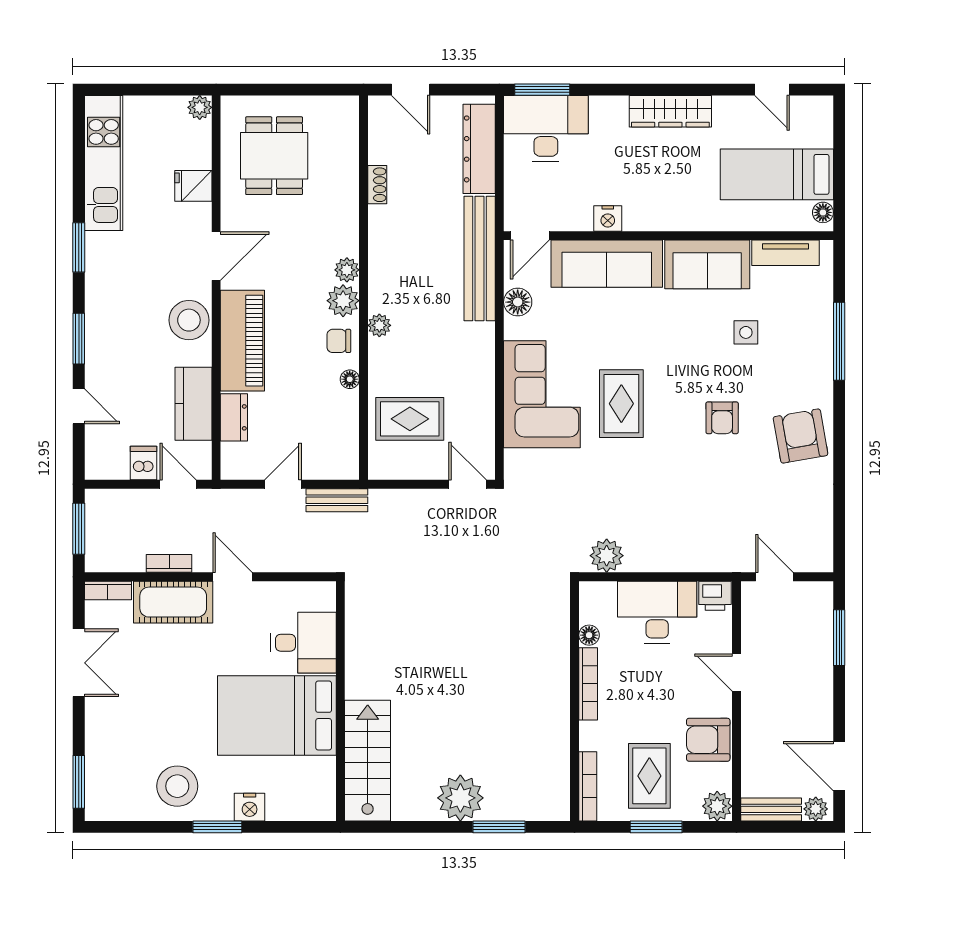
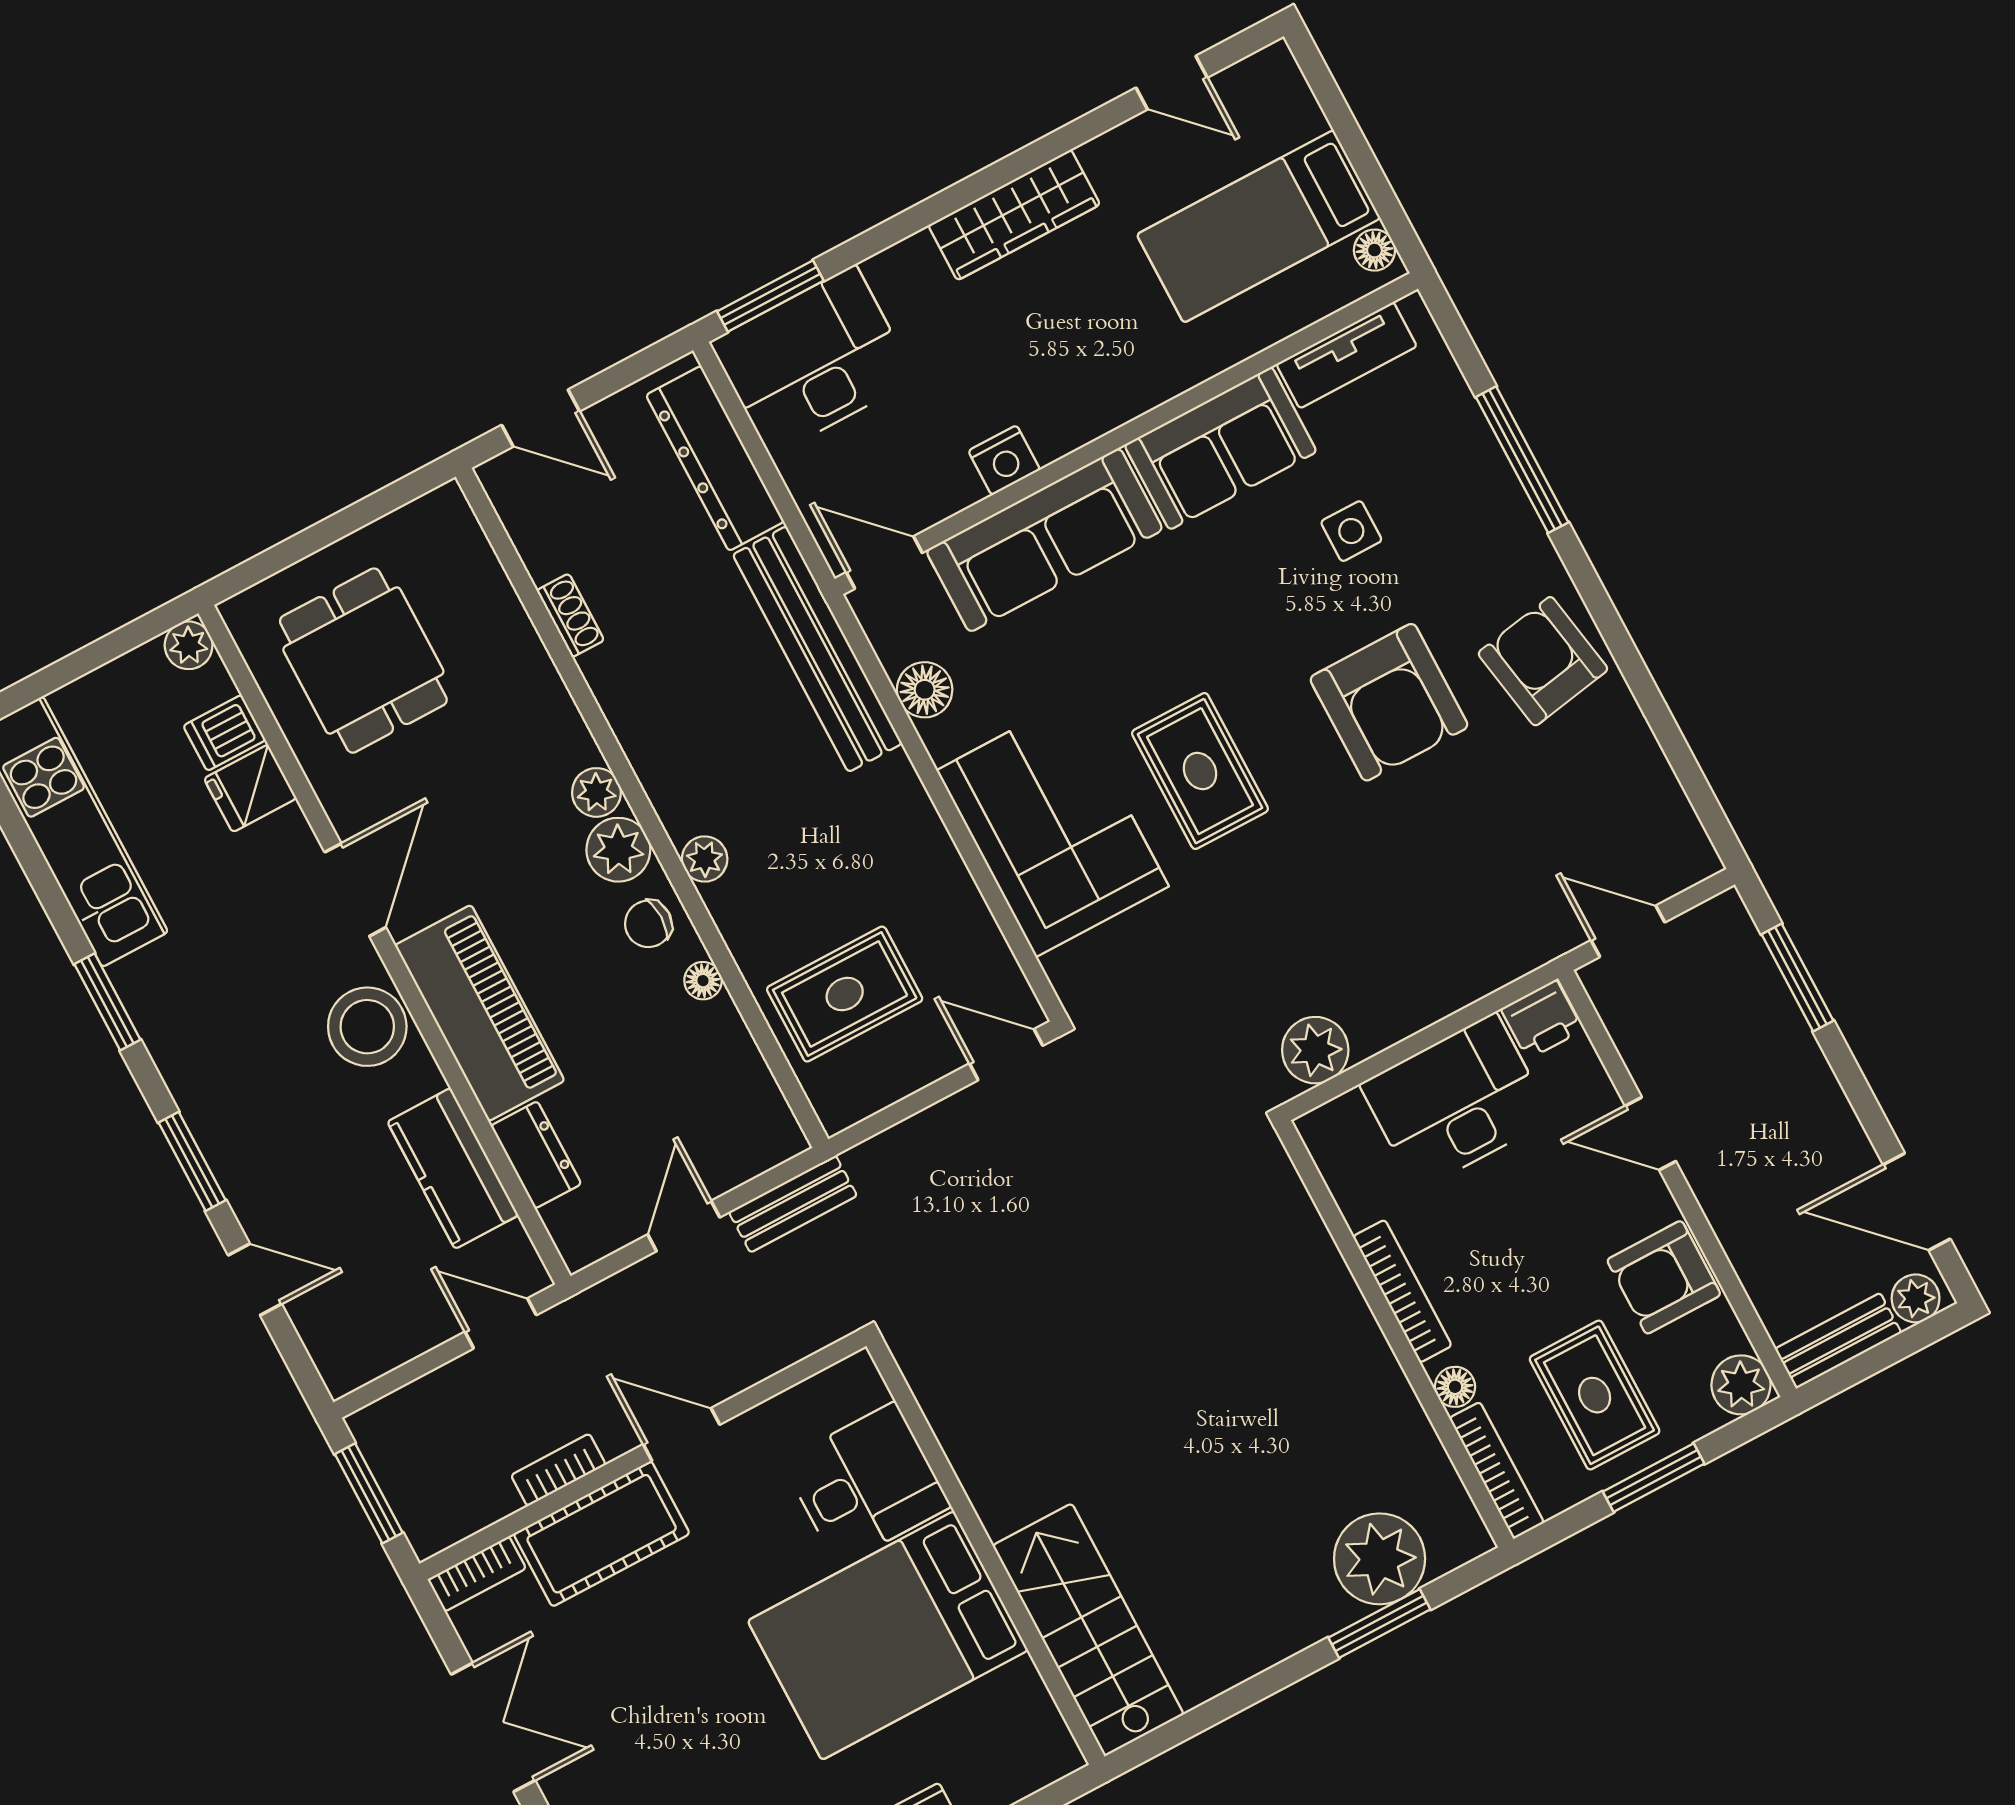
door: (530, 236) -> (884, 563), swing flipped
armchair: (722, 418) -> (1389, 702), width x1.88, depth x1.88
dishwasher: (143, 463) -> (224, 733), moved, turned -90
floor lamp: (589, 635) -> (1455, 1387), moved
plant: (460, 798) -> (1380, 1559), moved

